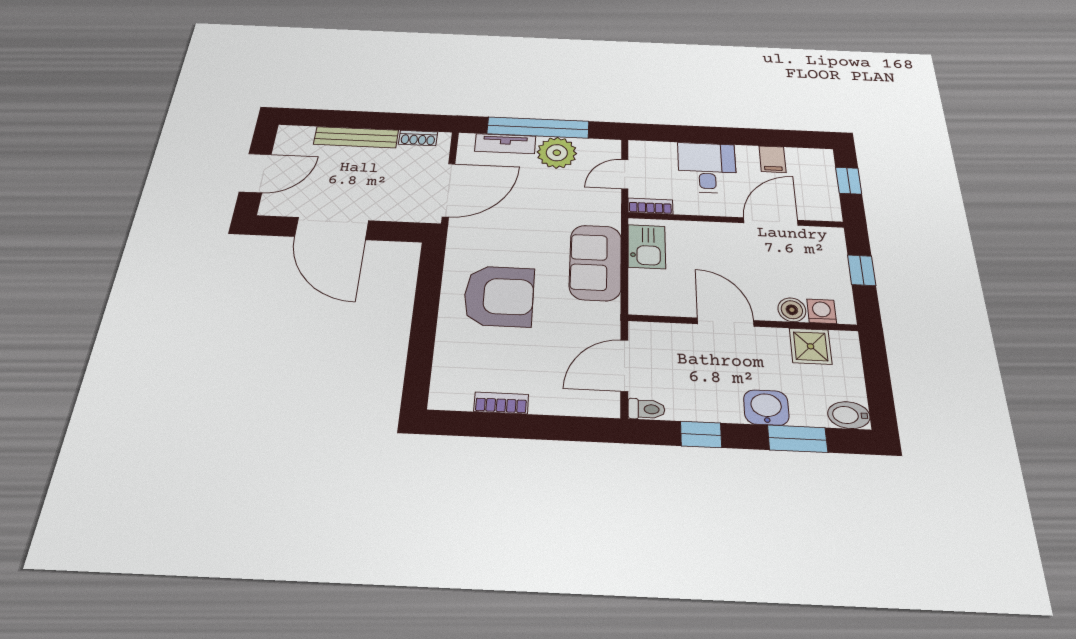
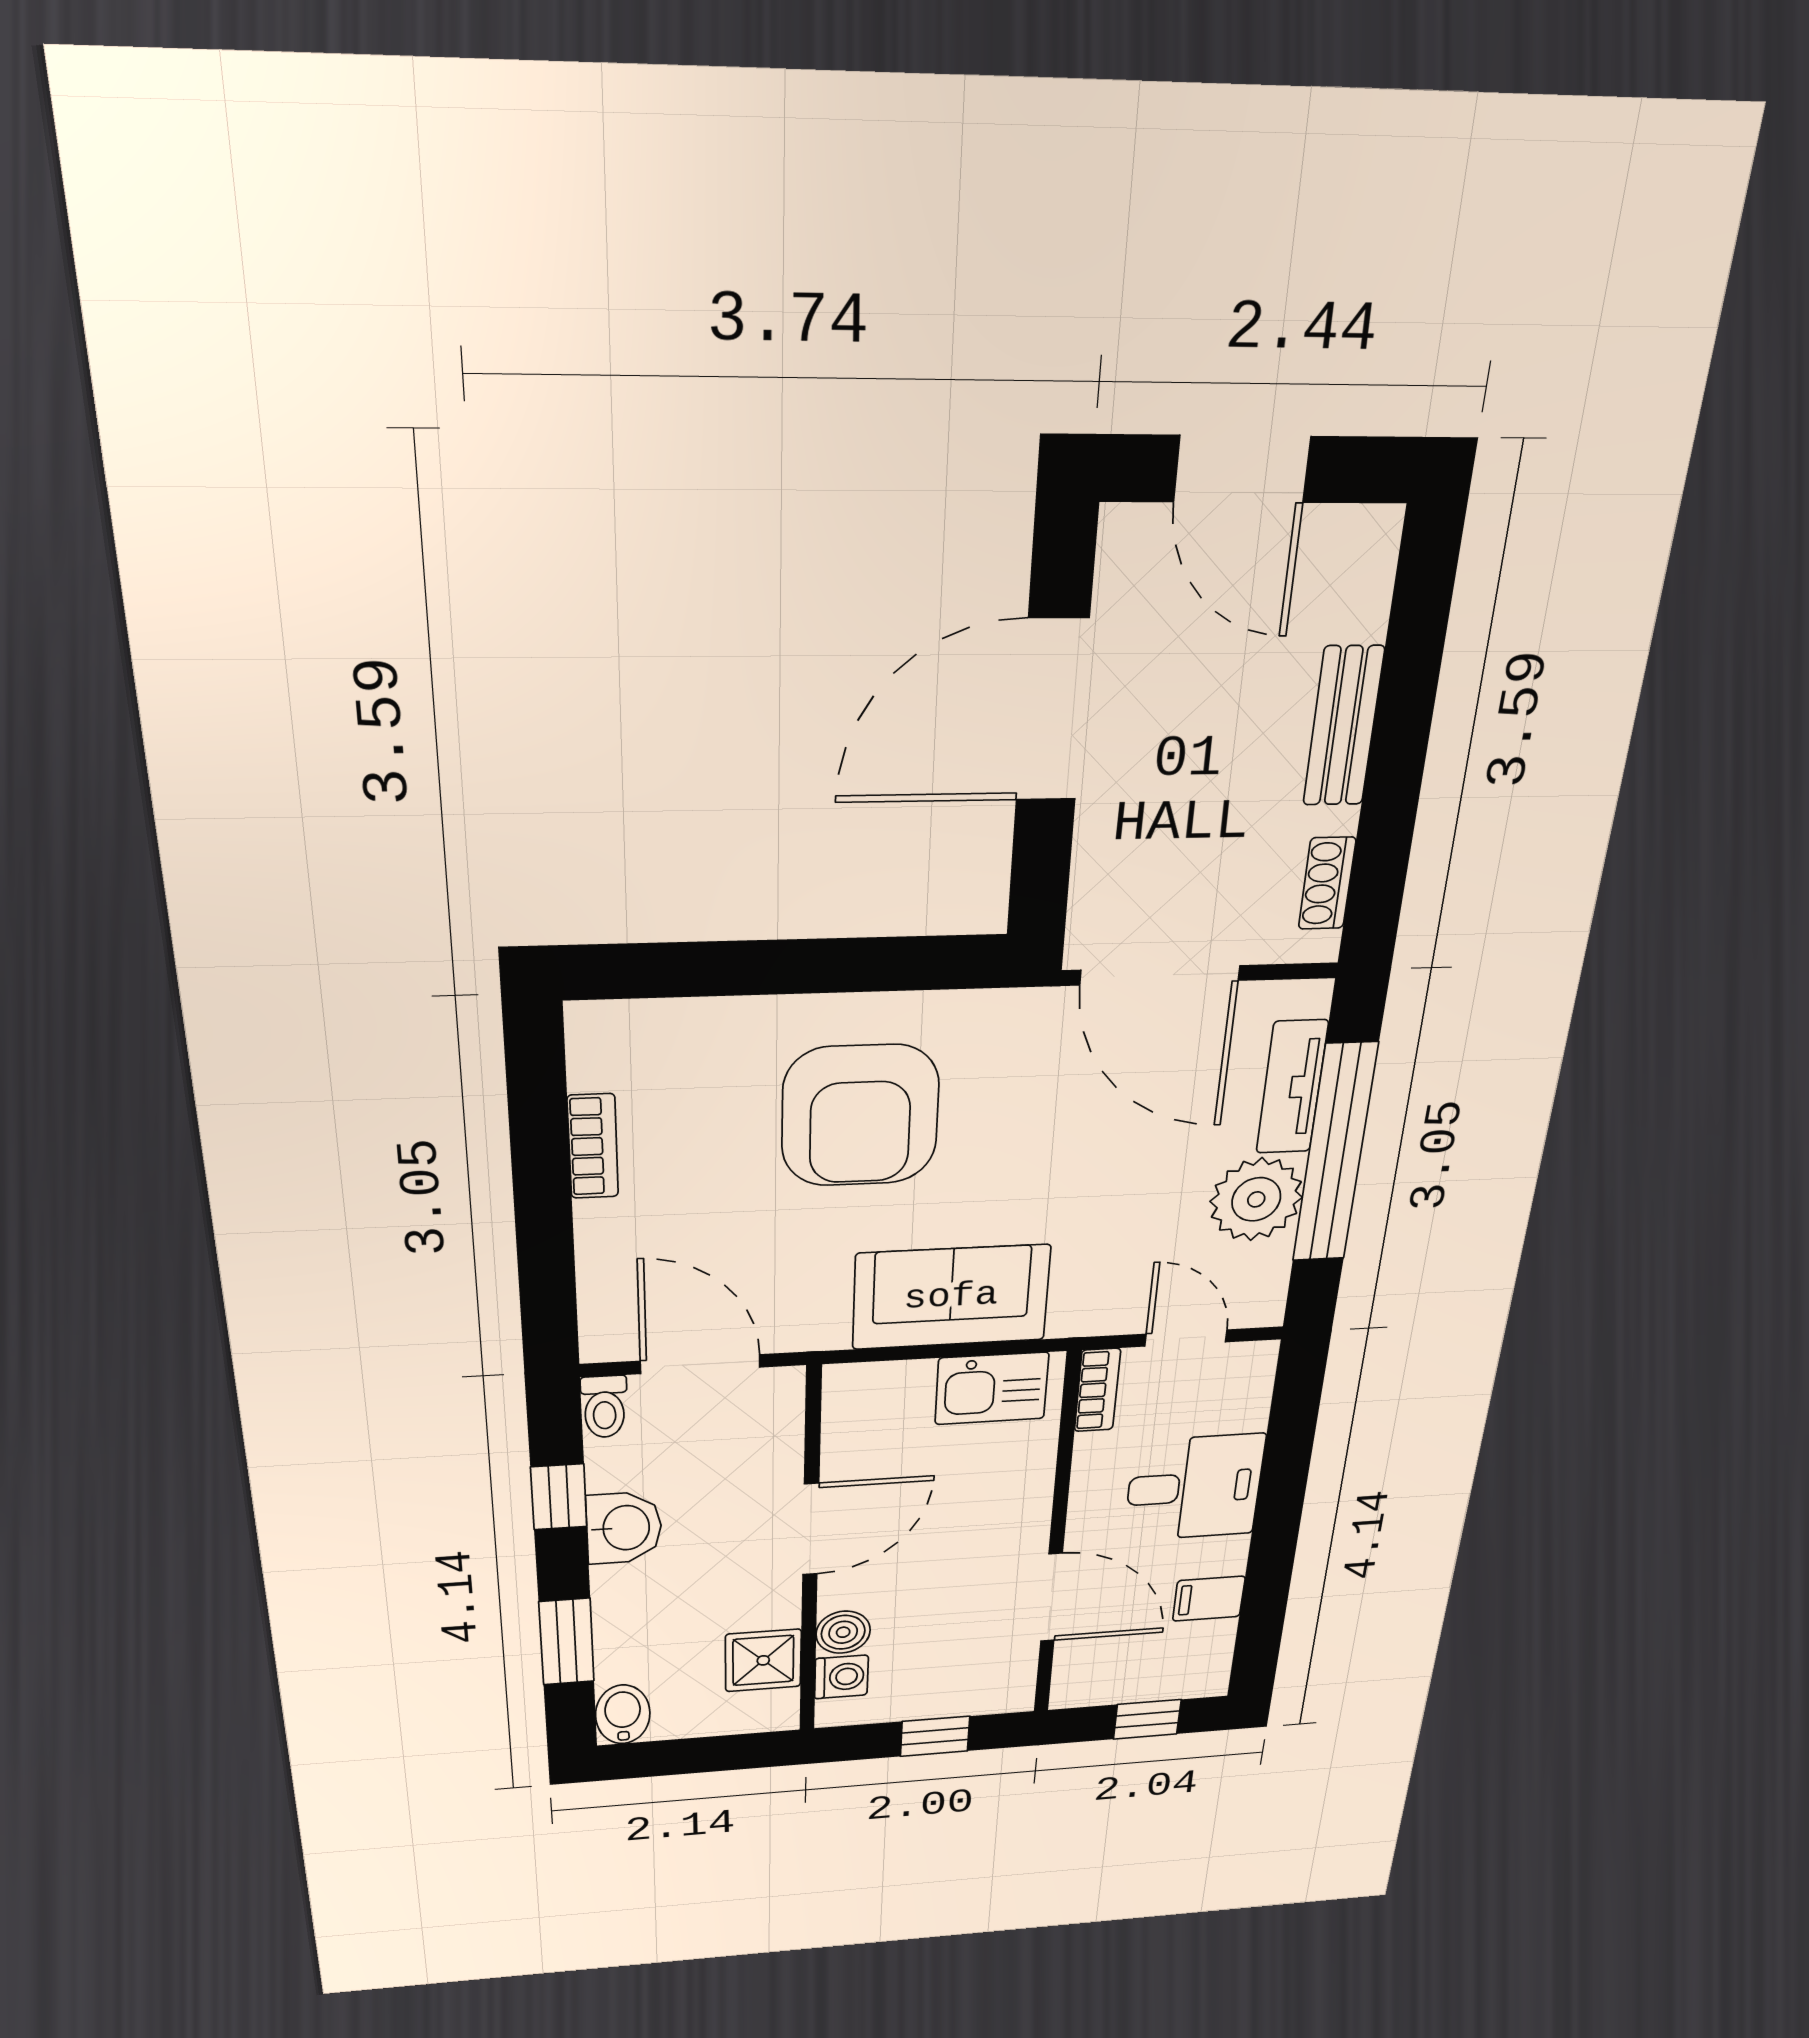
bench: (356, 137) -> (1344, 726), width x0.73
washbasin: (766, 408) -> (624, 1528), moved

